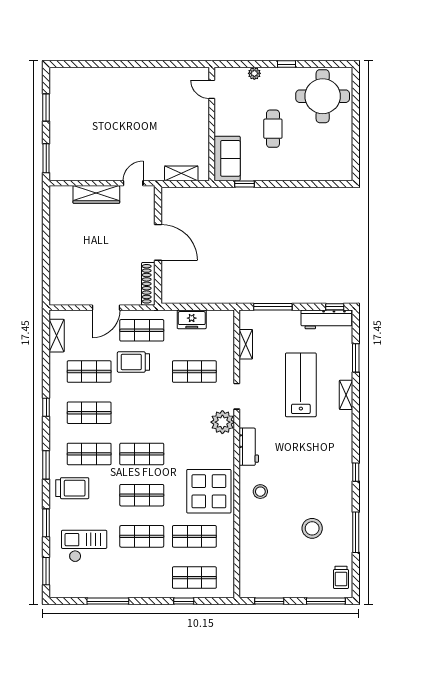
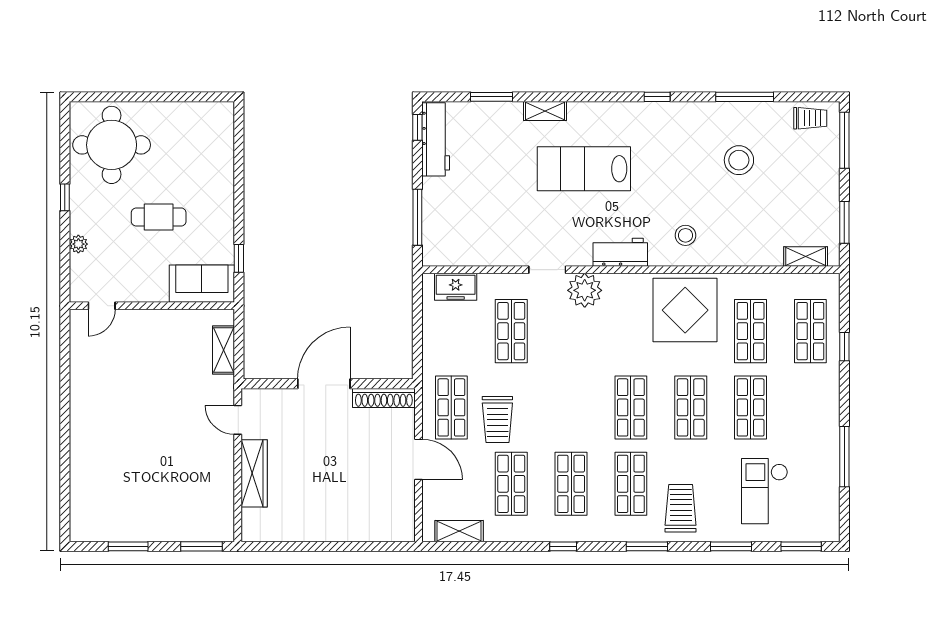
freezer: (192, 319) -> (456, 287), moved, turned 90
shelving: (246, 344) -> (806, 256), moved
lab bench: (301, 385) -> (584, 169), moved

